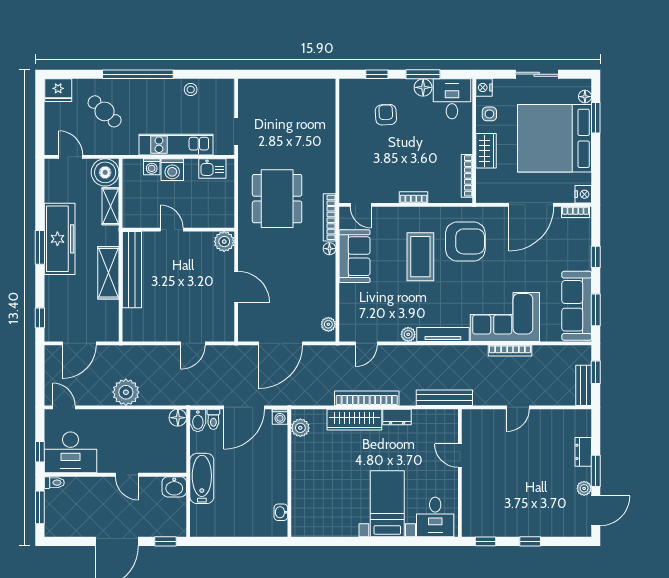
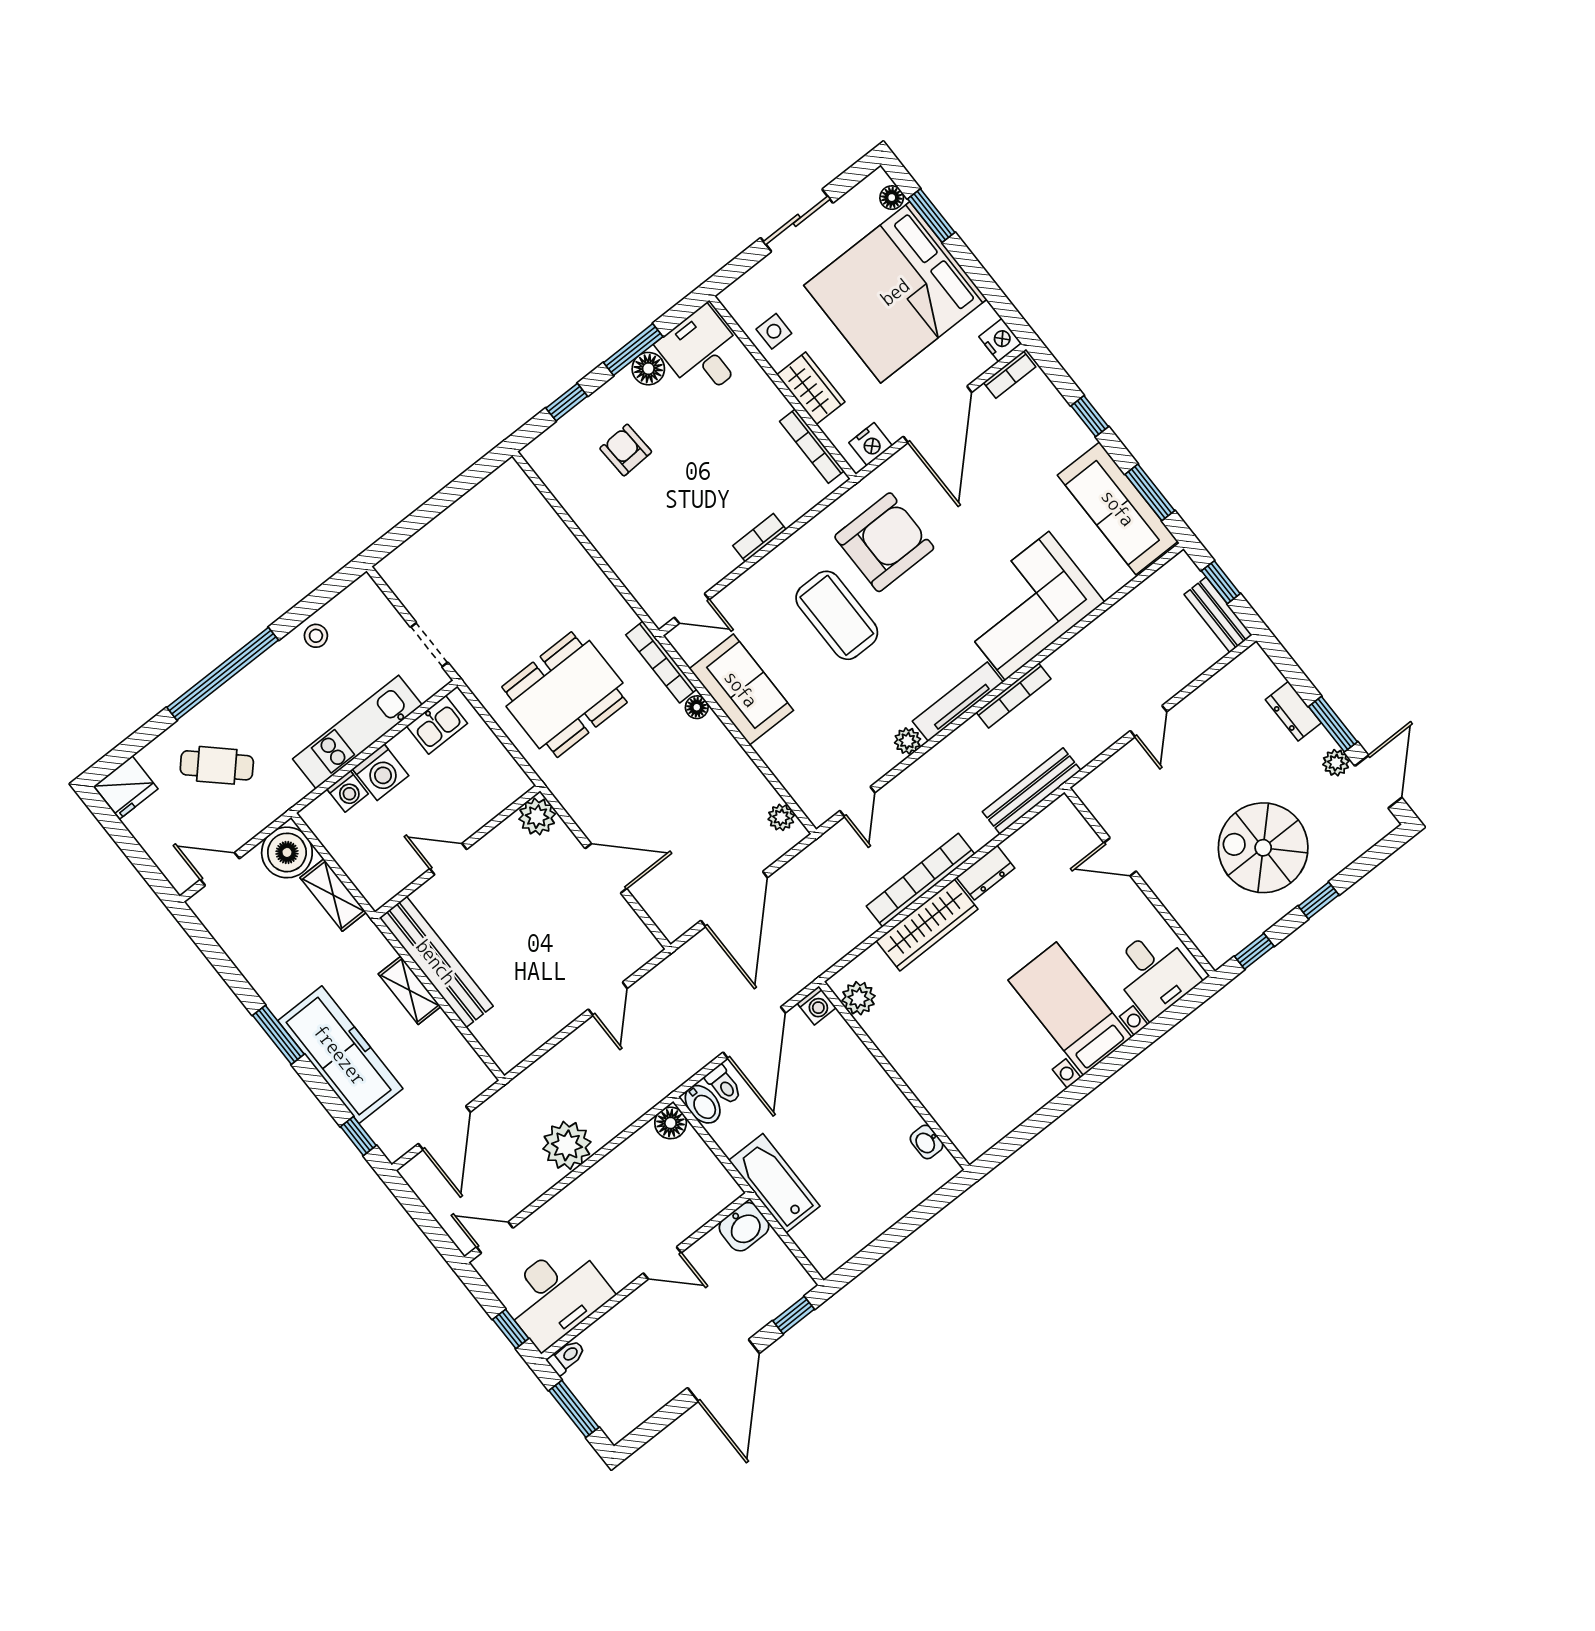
nightstand: (484, 87) -> (871, 444), moved, turned -90
dining table: (277, 199) -> (564, 695), turned 90
freezer: (60, 239) -> (340, 1055), moved
shelving: (108, 273) -> (410, 990), width x0.67, depth x0.75
bookcase: (510, 351) -> (1013, 696), moved
spiral stairs: (524, 500) -> (1263, 848), added

